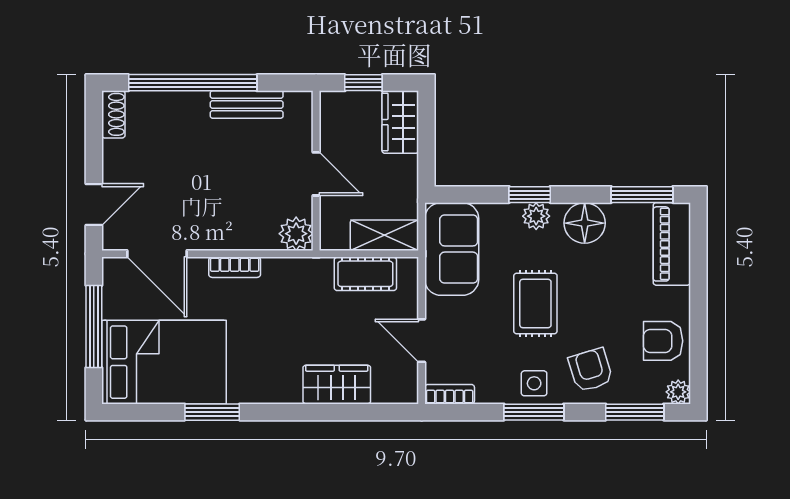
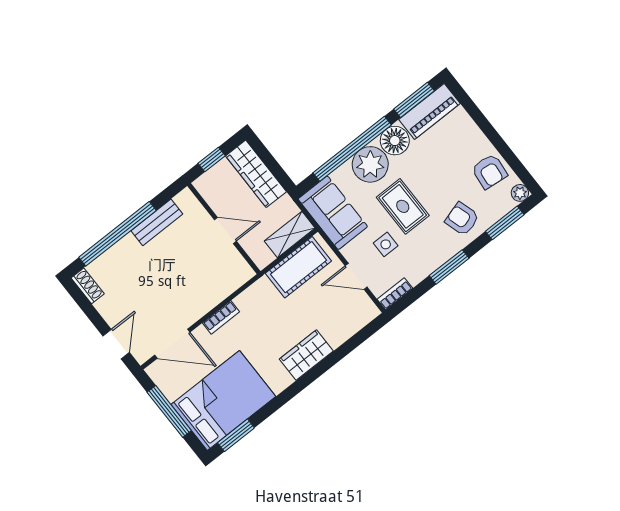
wardrobe: (400, 122) -> (256, 174), width x1.50
window: (530, 195) -> (352, 149), width x3.17
plant: (536, 216) -> (370, 164), width x1.88, depth x1.88
plant: (296, 234) -> (240, 272), removed
piano: (672, 244) -> (429, 111), moved, turned -90
cot: (365, 274) -> (298, 267), width x1.37, depth x1.34
armchair: (663, 341) -> (489, 171), turned -84
side table: (534, 383) -> (386, 244), moved
wardrobe: (337, 385) -> (306, 355), moved
window: (212, 412) -> (236, 435), moved

